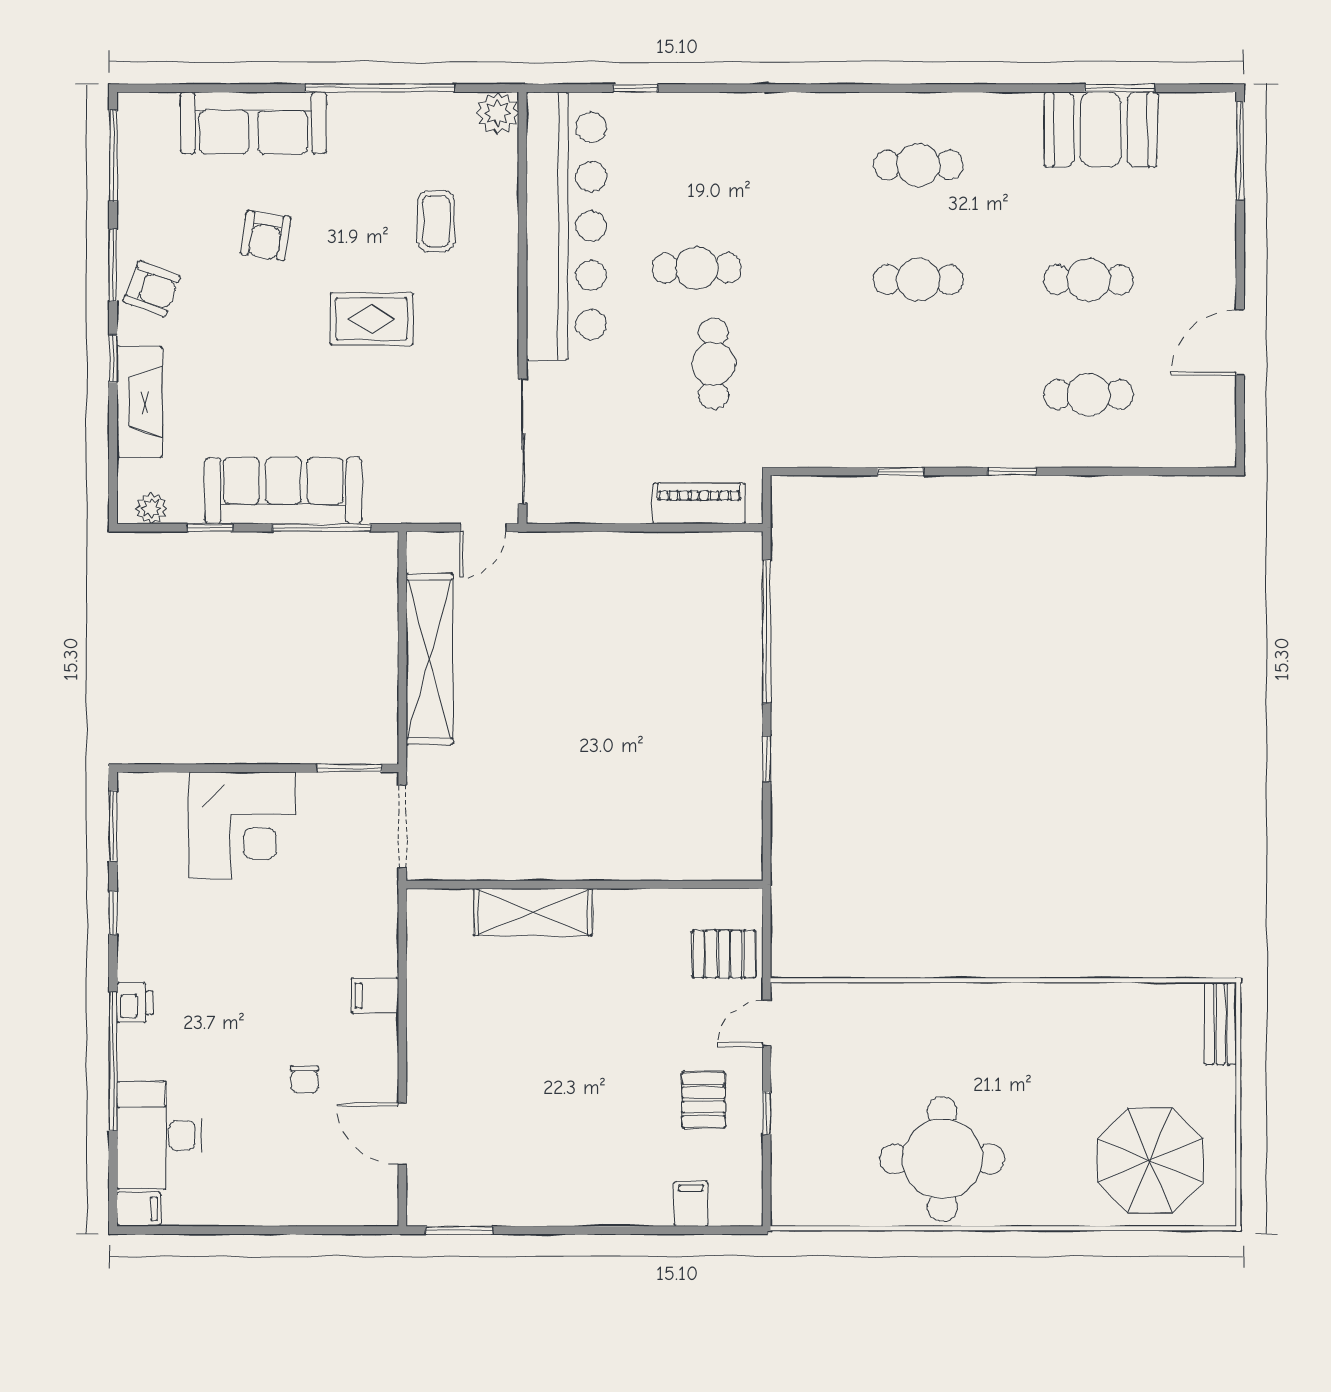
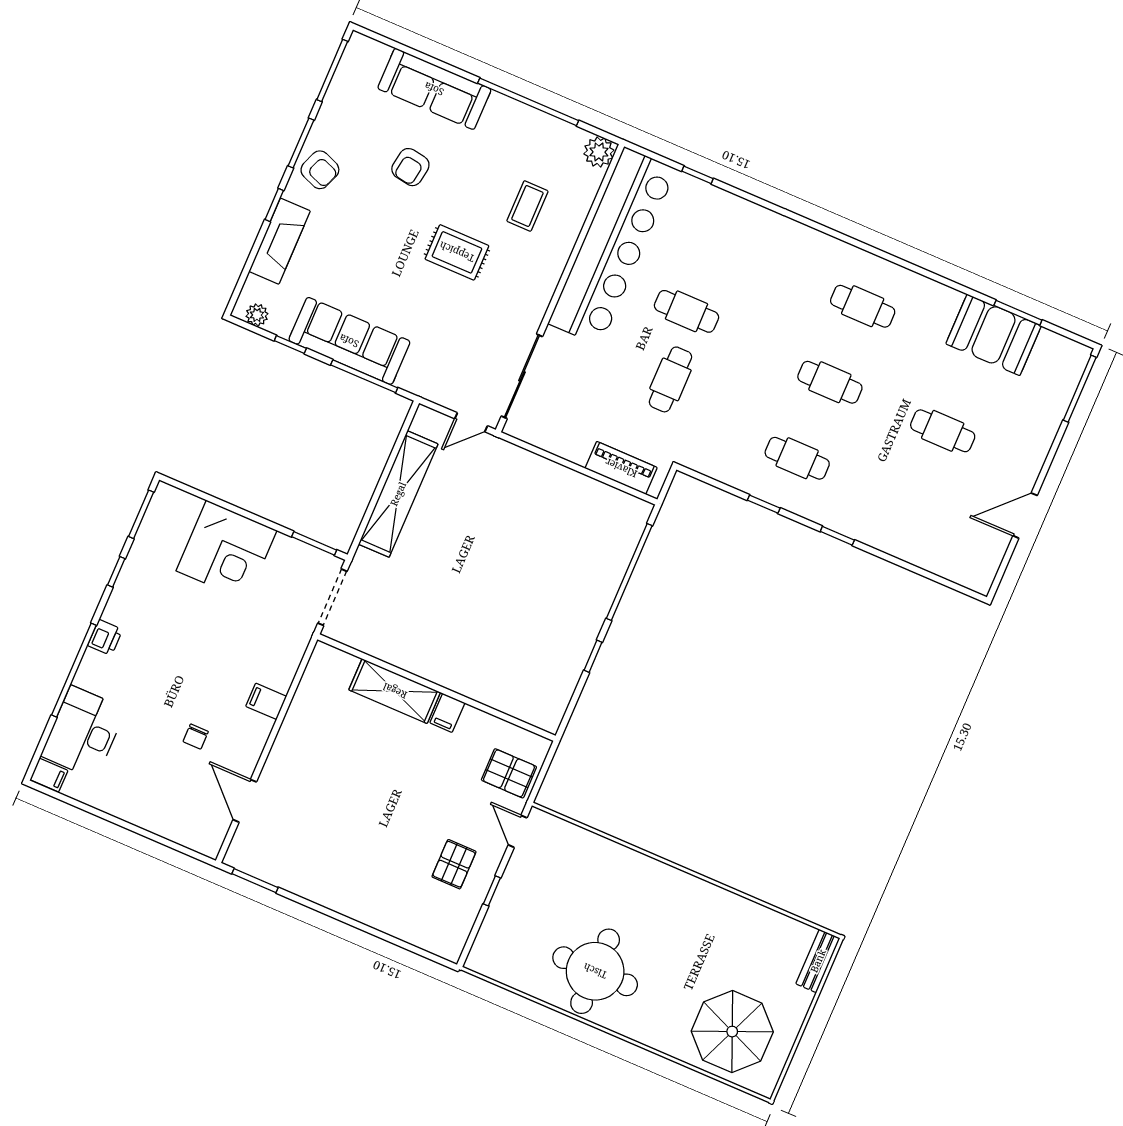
cafe table: (1089, 395) -> (797, 458), moved
door: (767, 1023) -> (518, 831), hinge flipped
filing cabinet: (691, 1204) -> (447, 713), moved, turned 180

